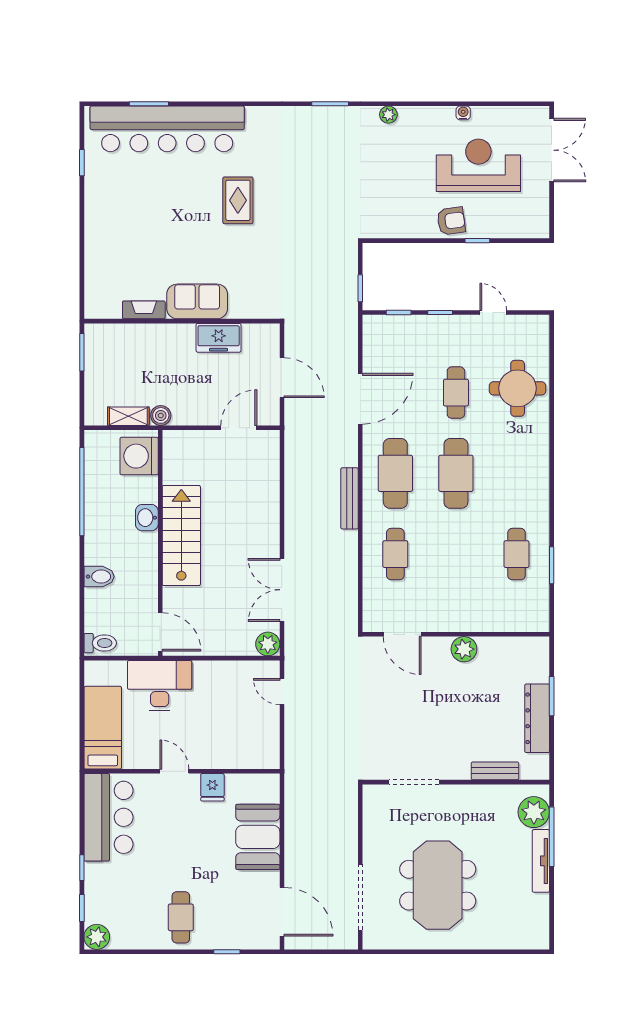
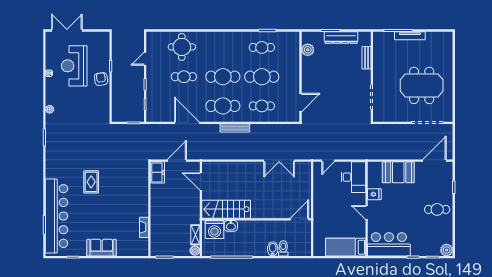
rug: (238, 200) -> (91, 182), turned 90
sofa: (197, 301) -> (102, 248), moved, turned 90
freezer: (219, 338) -> (157, 172), moved
boiler: (161, 415) -> (195, 250), moved
washbasin: (147, 518) -> (231, 226), moved
stairs: (181, 536) -> (226, 209), moved
cafe table: (456, 554) -> (262, 77), added
toilet: (100, 643) -> (283, 248), moved
plant: (268, 644) -> (305, 167), removed
plant: (464, 649) -> (308, 50), moved
desk: (160, 685) -> (353, 177), moved, turned 180
door: (174, 771) -> (367, 213), hinge flipped
plant: (534, 812) -> (386, 39), removed

